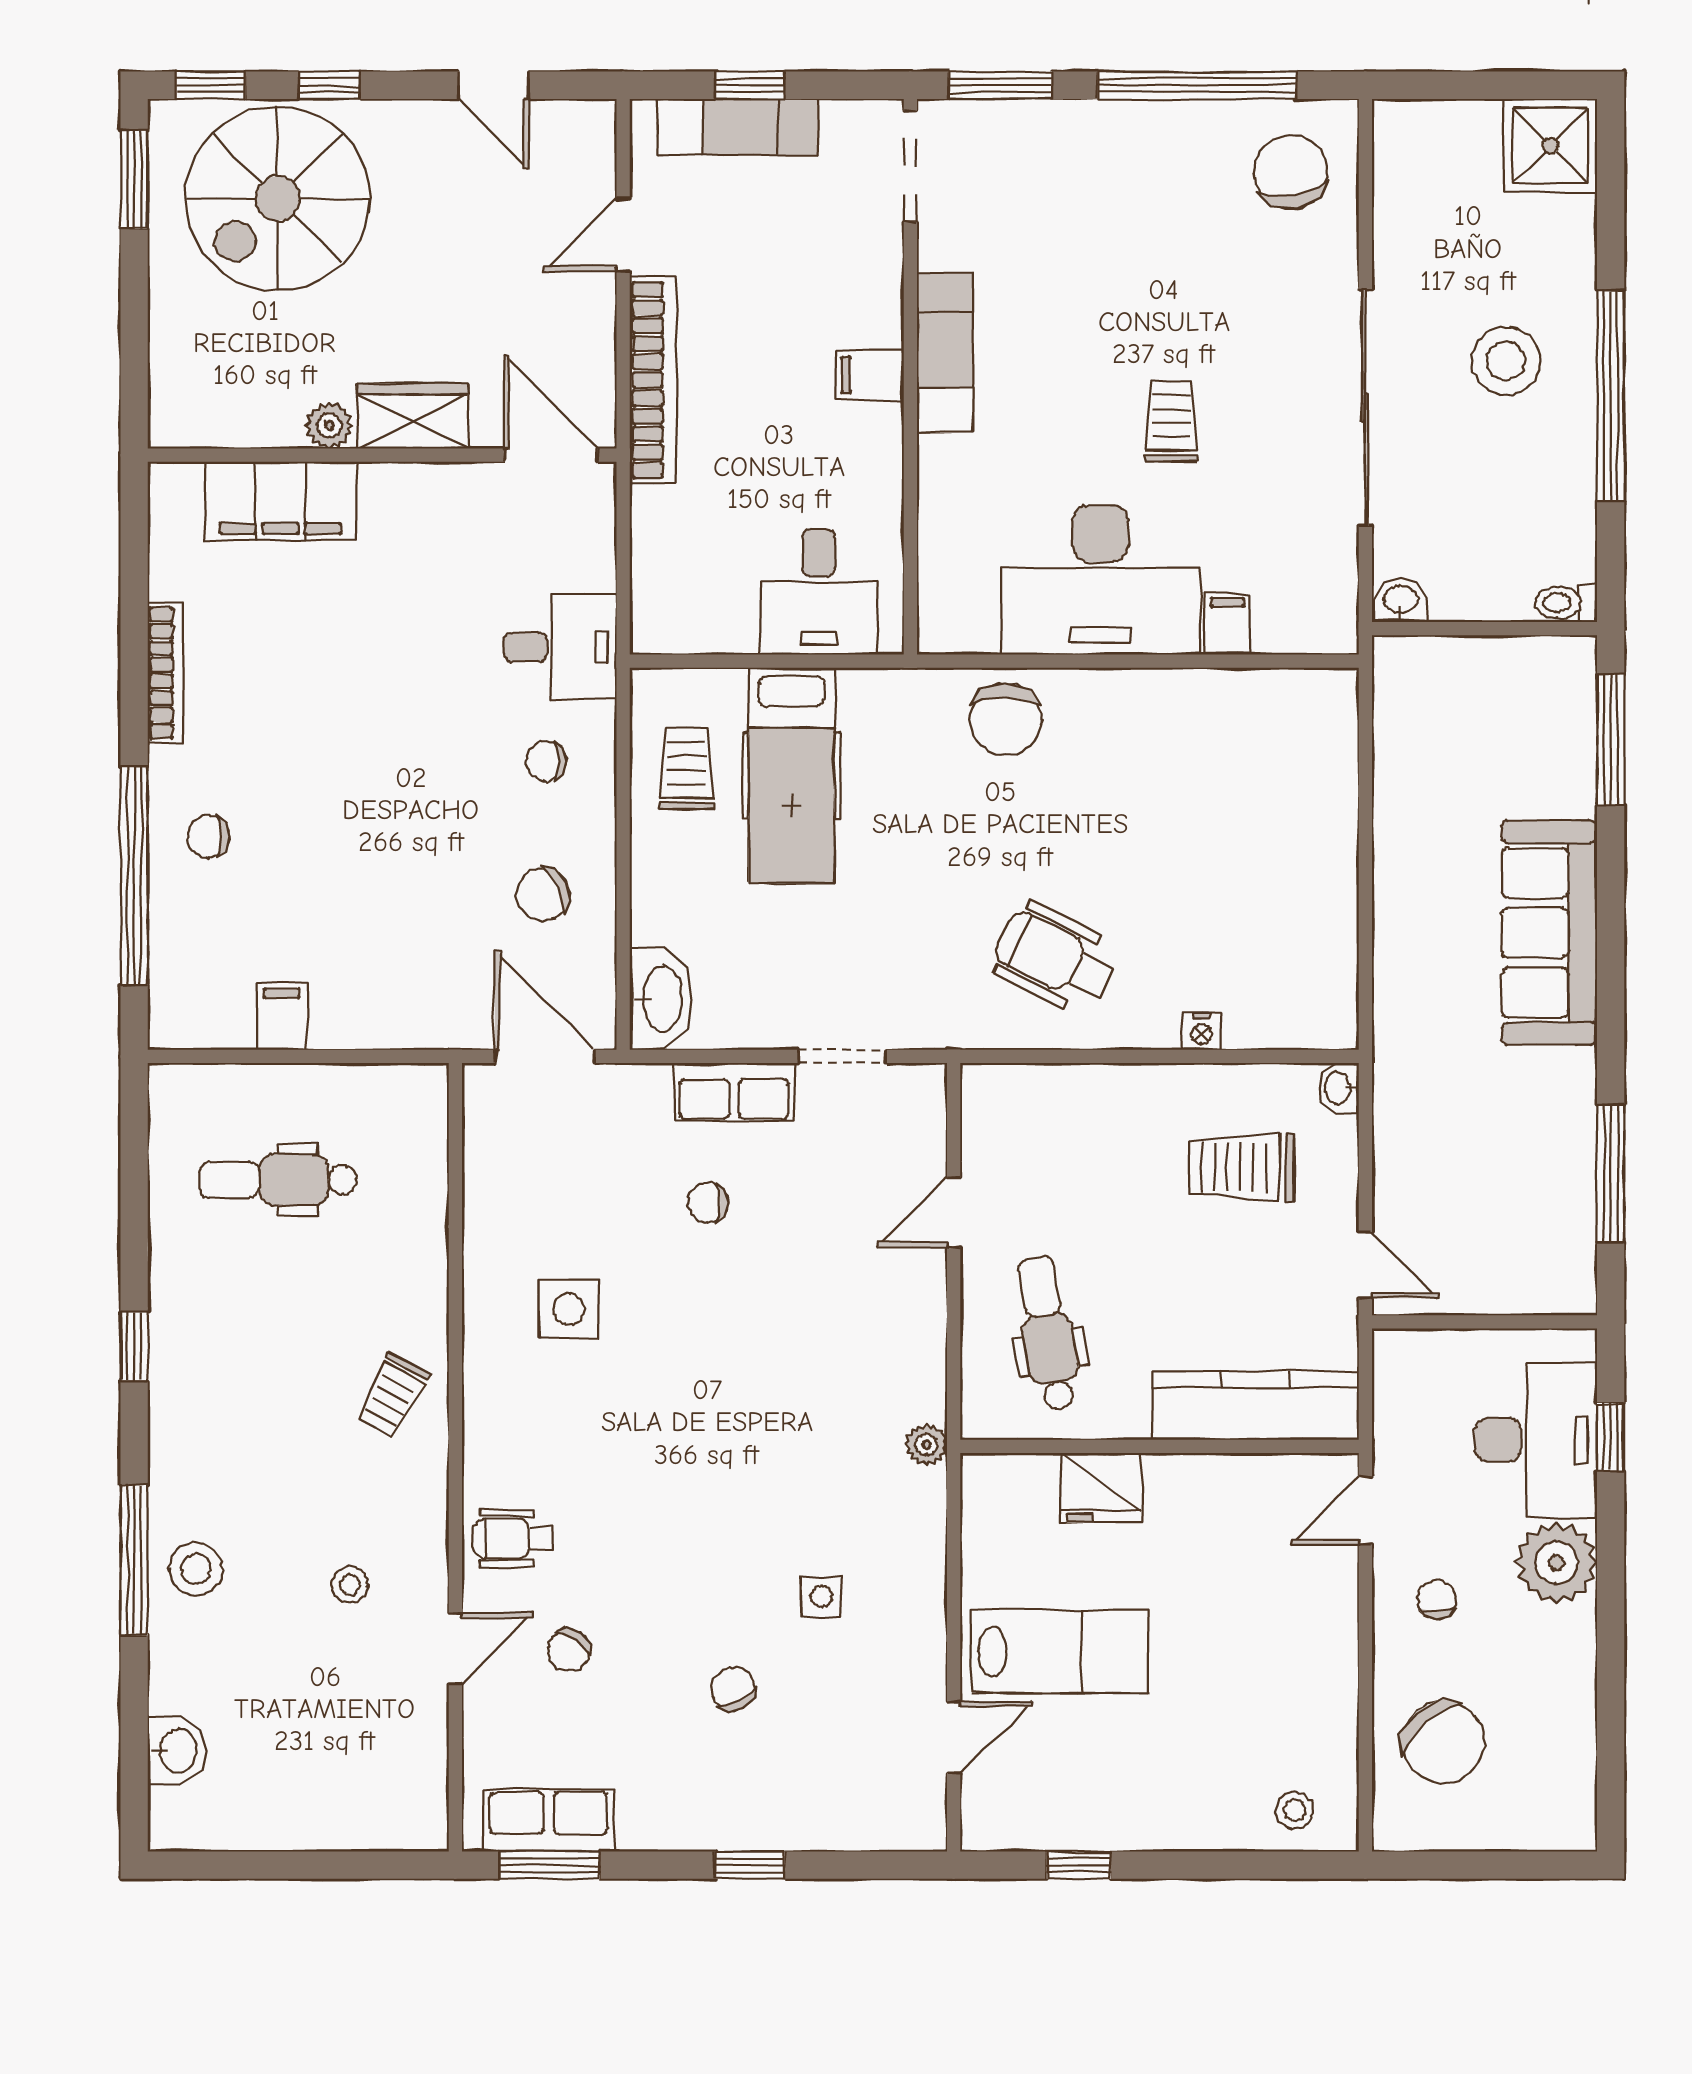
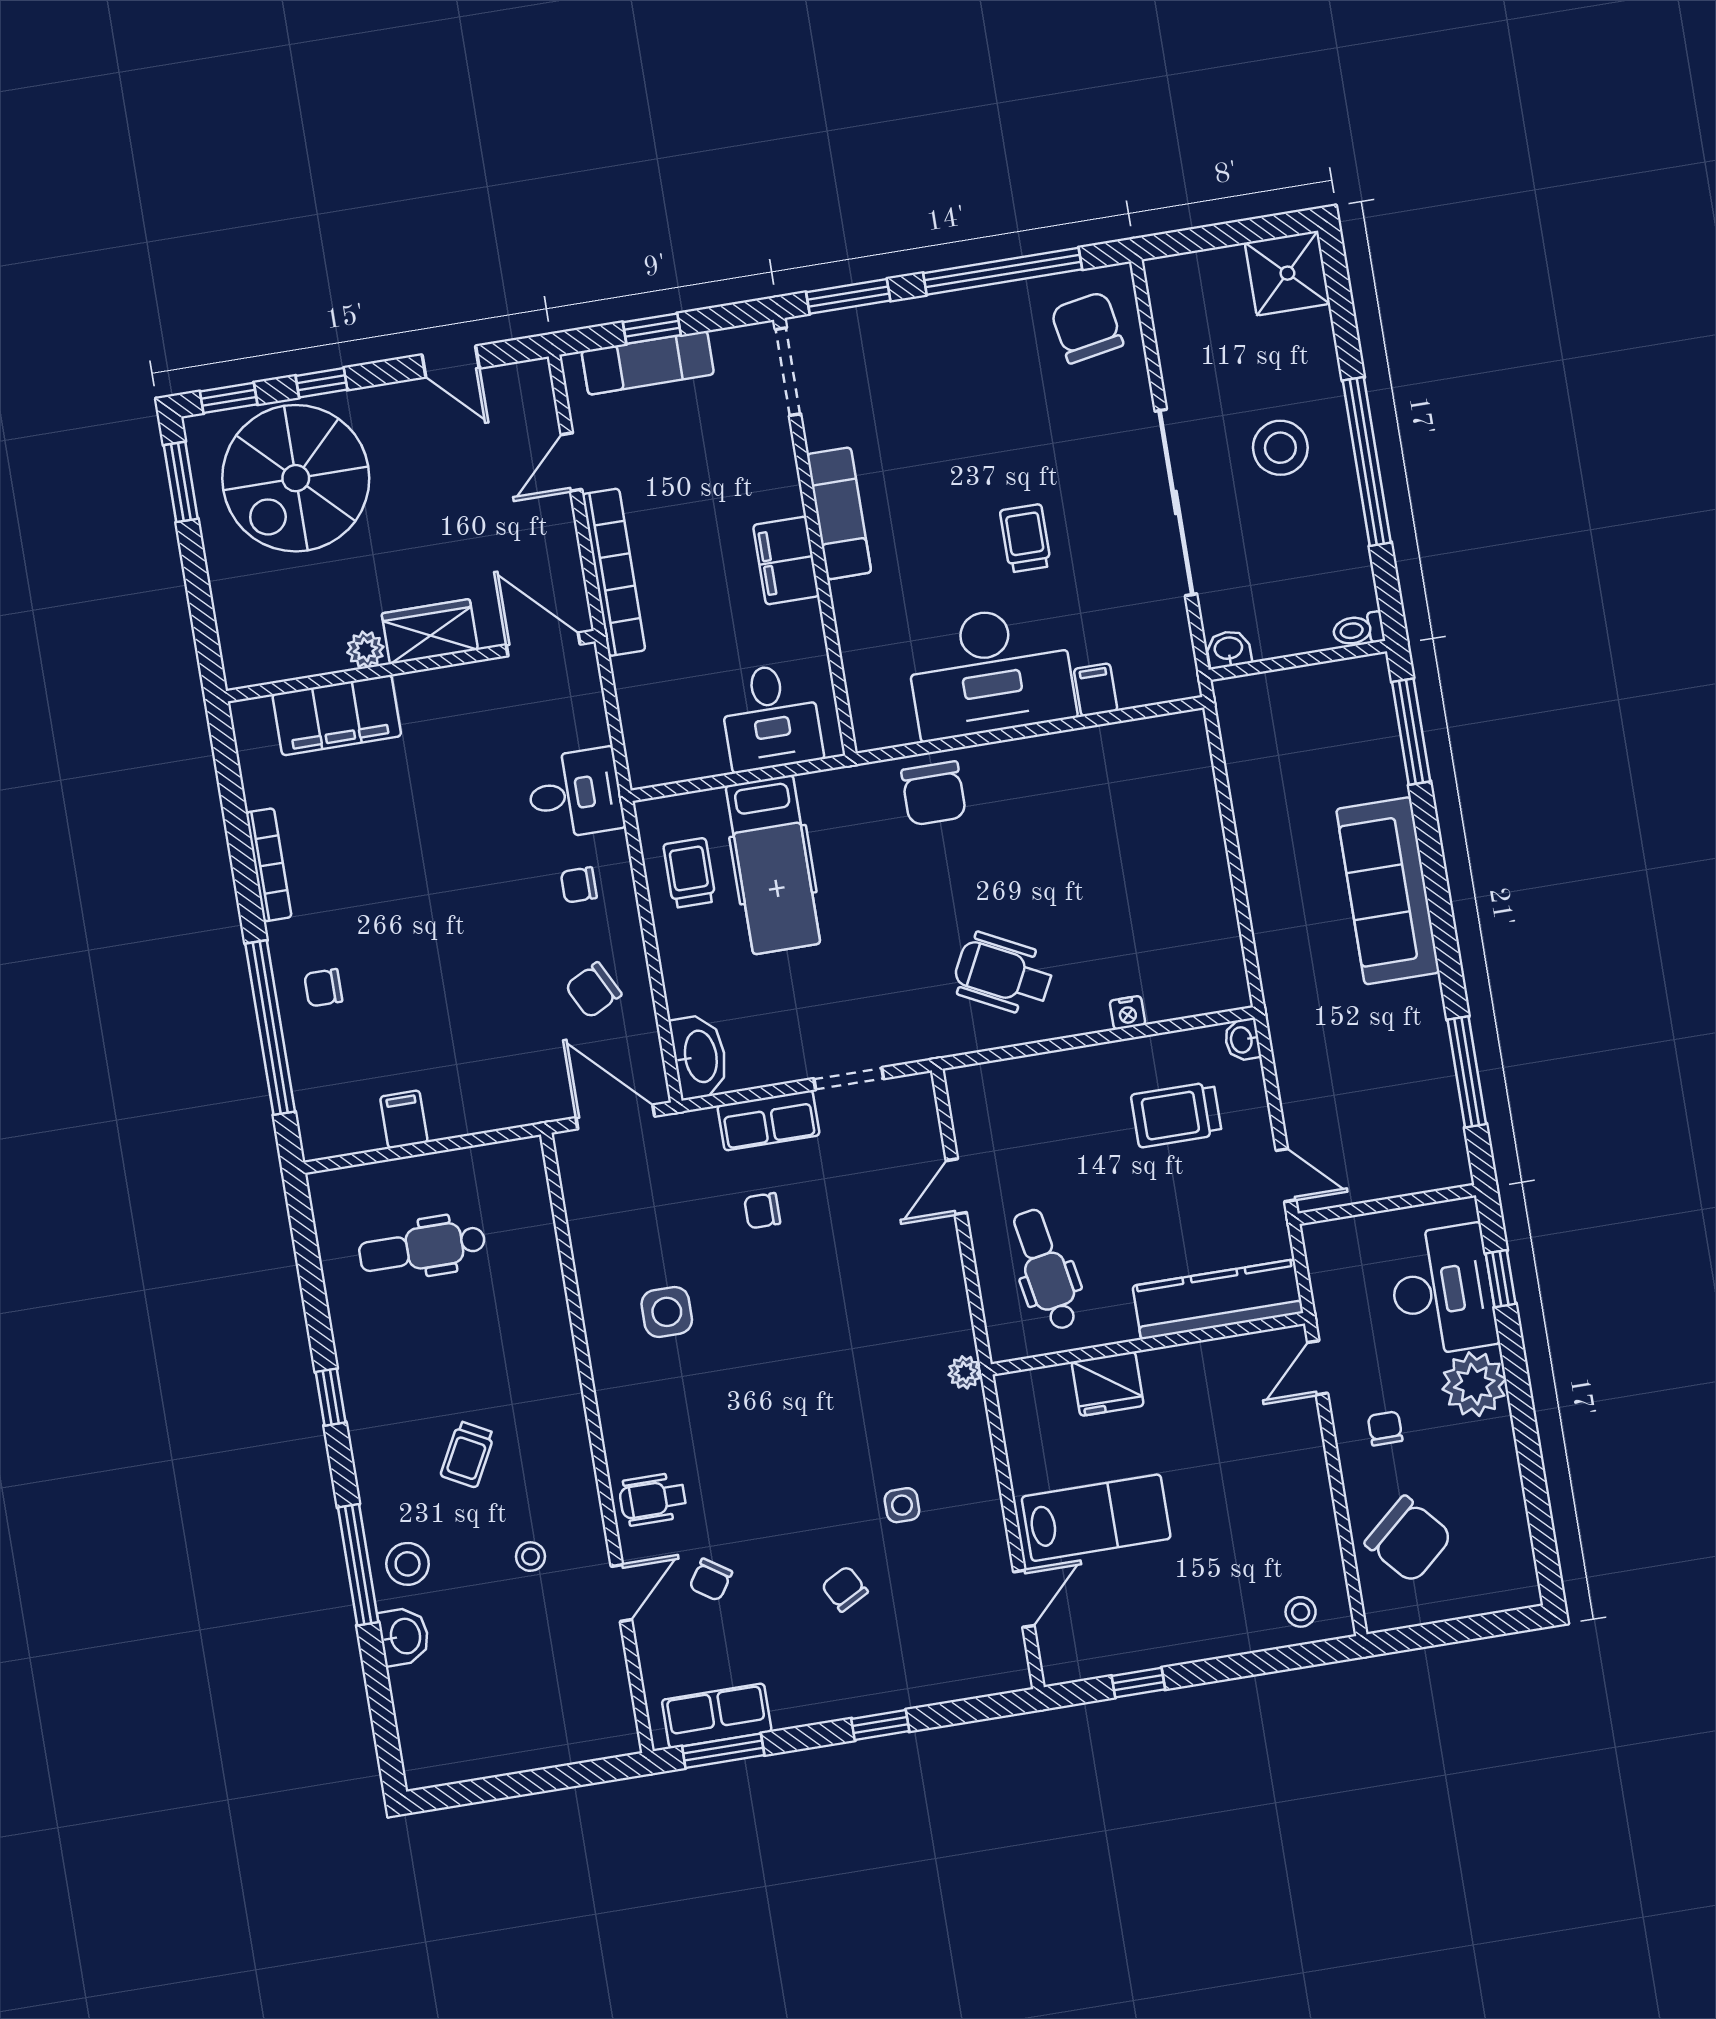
filing cabinet: (870, 375) -> (786, 561), width x2.00
trolley: (392, 1396) -> (468, 1454), moved
washbasin: (177, 1751) -> (404, 1636), moved

